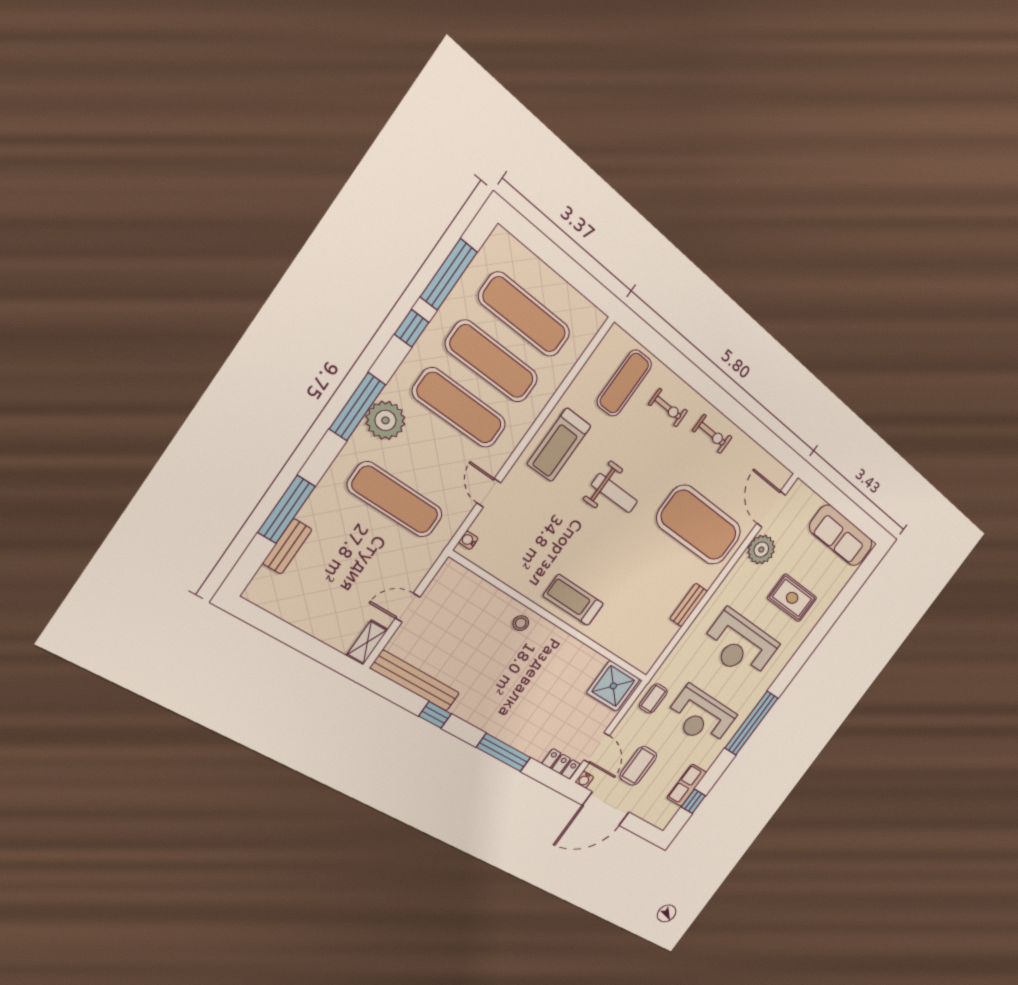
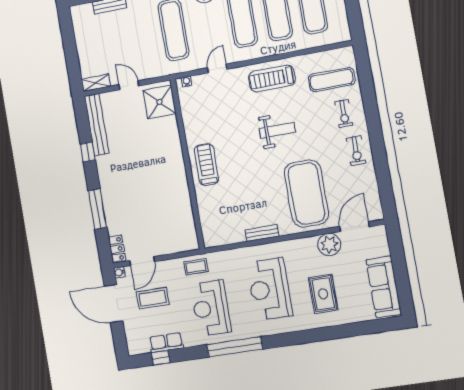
weight bench: (615, 493) -> (277, 130), turned -90
stool: (521, 623) -> (171, 149), removed
shower: (613, 686) -> (160, 102), moved

